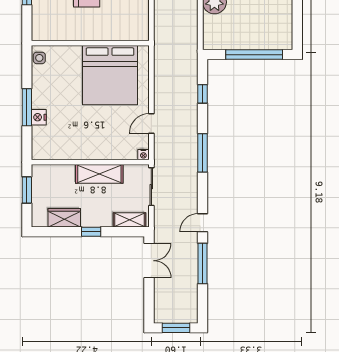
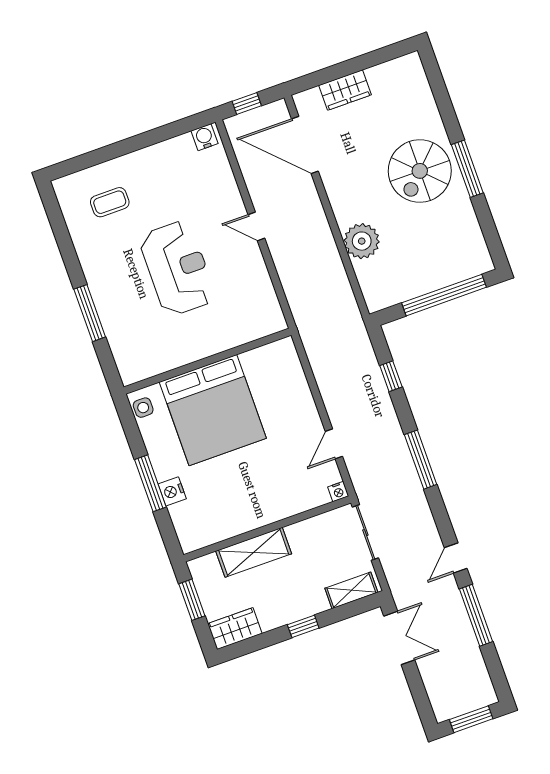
bed: (110, 75) -> (213, 410), moved
shelving: (99, 174) -> (254, 552), moved
wardrobe: (64, 218) -> (235, 629), moved

